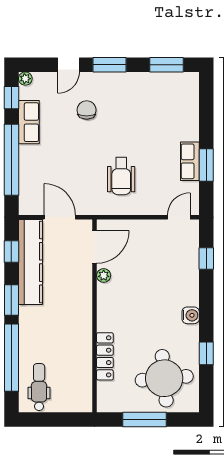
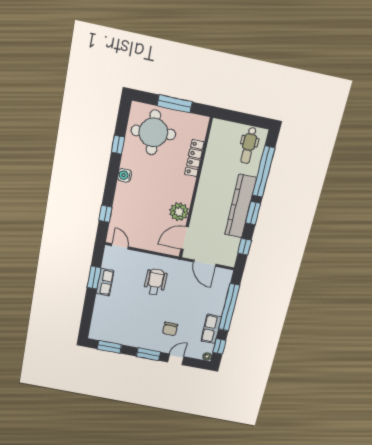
door: (179, 217) -> (120, 246), swing flipped
kitchen counter: (30, 262) -> (240, 206), moved
plant: (104, 275) -> (179, 212), width x1.87, depth x1.87

